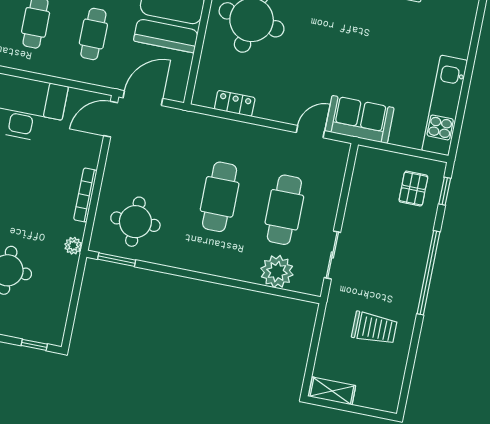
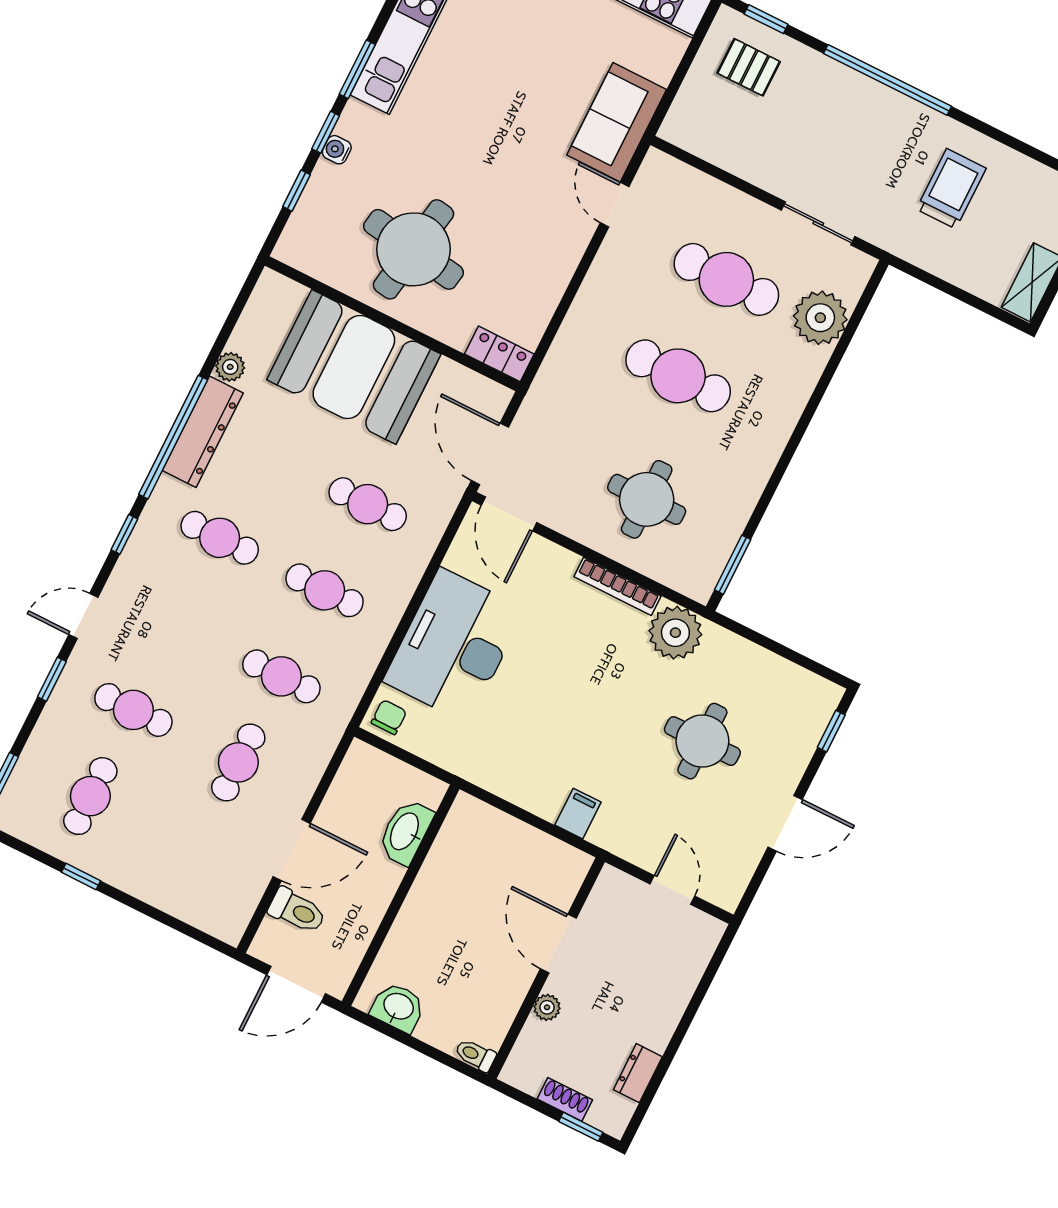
locker: (235, 103) -> (499, 354), moved, turned 90
round table: (135, 222) -> (647, 499), moved
plant: (73, 246) -> (675, 633), width x1.88, depth x1.88

